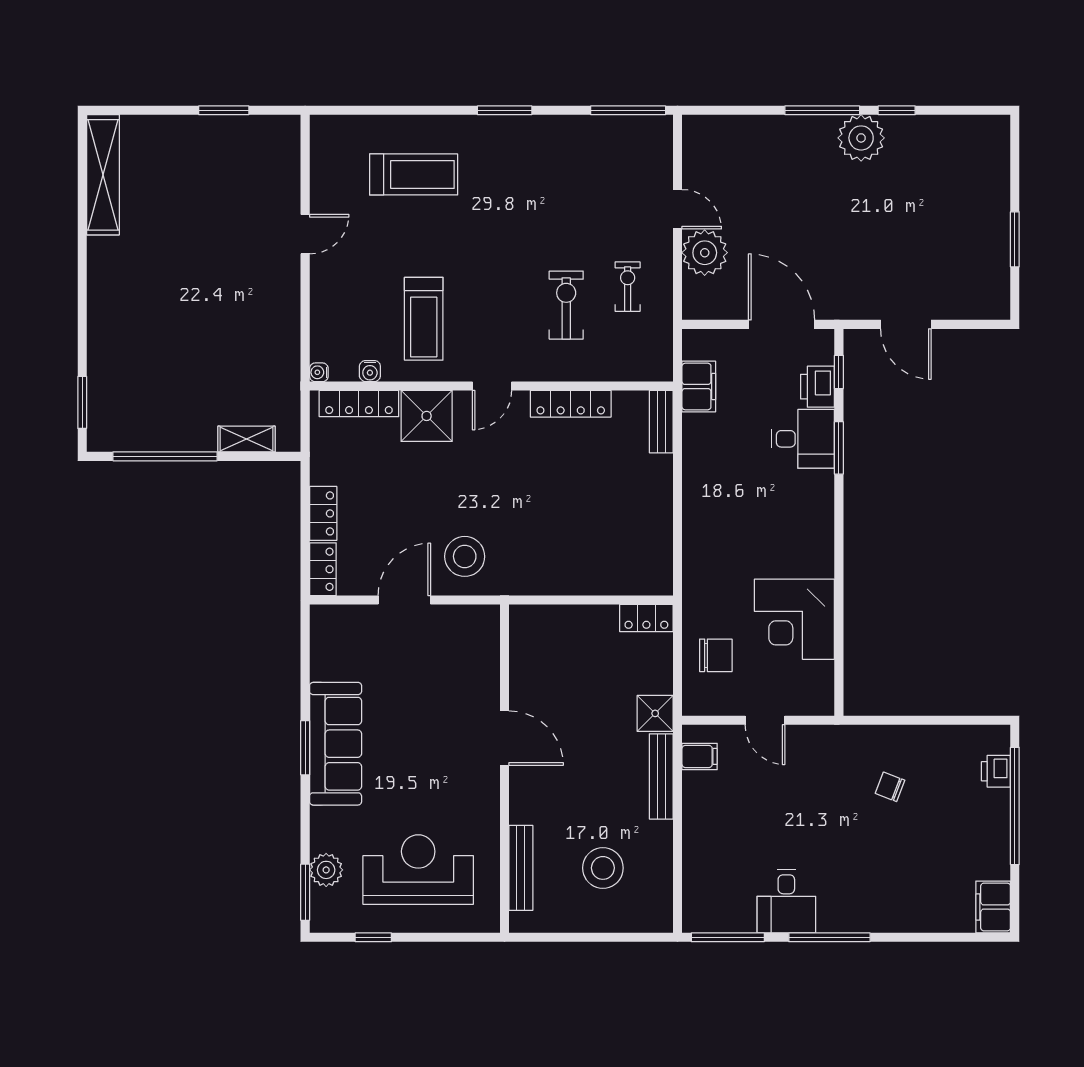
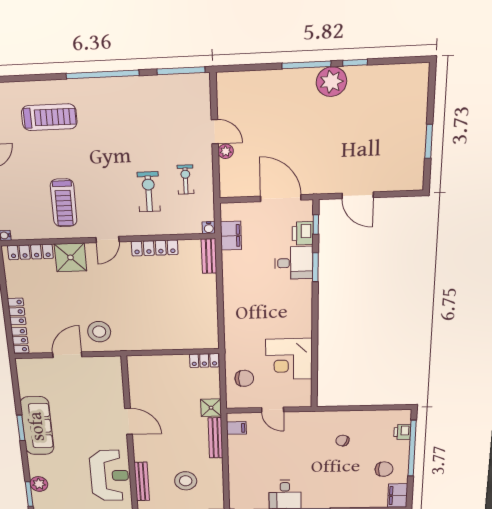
window: (505, 110) -> (103, 74), width x2.11
plant: (705, 253) -> (226, 151), width x0.53, depth x0.53
water cooler: (370, 371) -> (209, 228), moved
chair: (966, 849) -> (384, 469), added
reception desk: (418, 870) -> (110, 476), moved, turned 90

